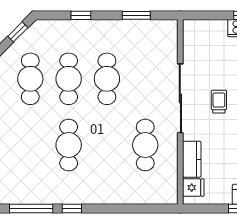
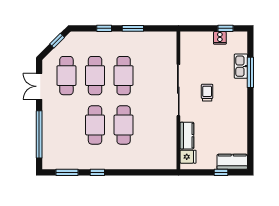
window: (136, 15) -> (133, 28), moved
cafe table: (145, 145) -> (124, 125), moved
window: (31, 209) -> (67, 172), width x0.69

